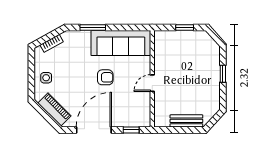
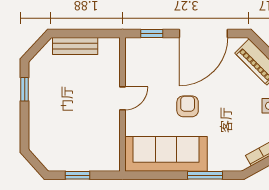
window: (223, 74) -> (25, 89), moved
armchair: (105, 77) -> (188, 106), turned 90

